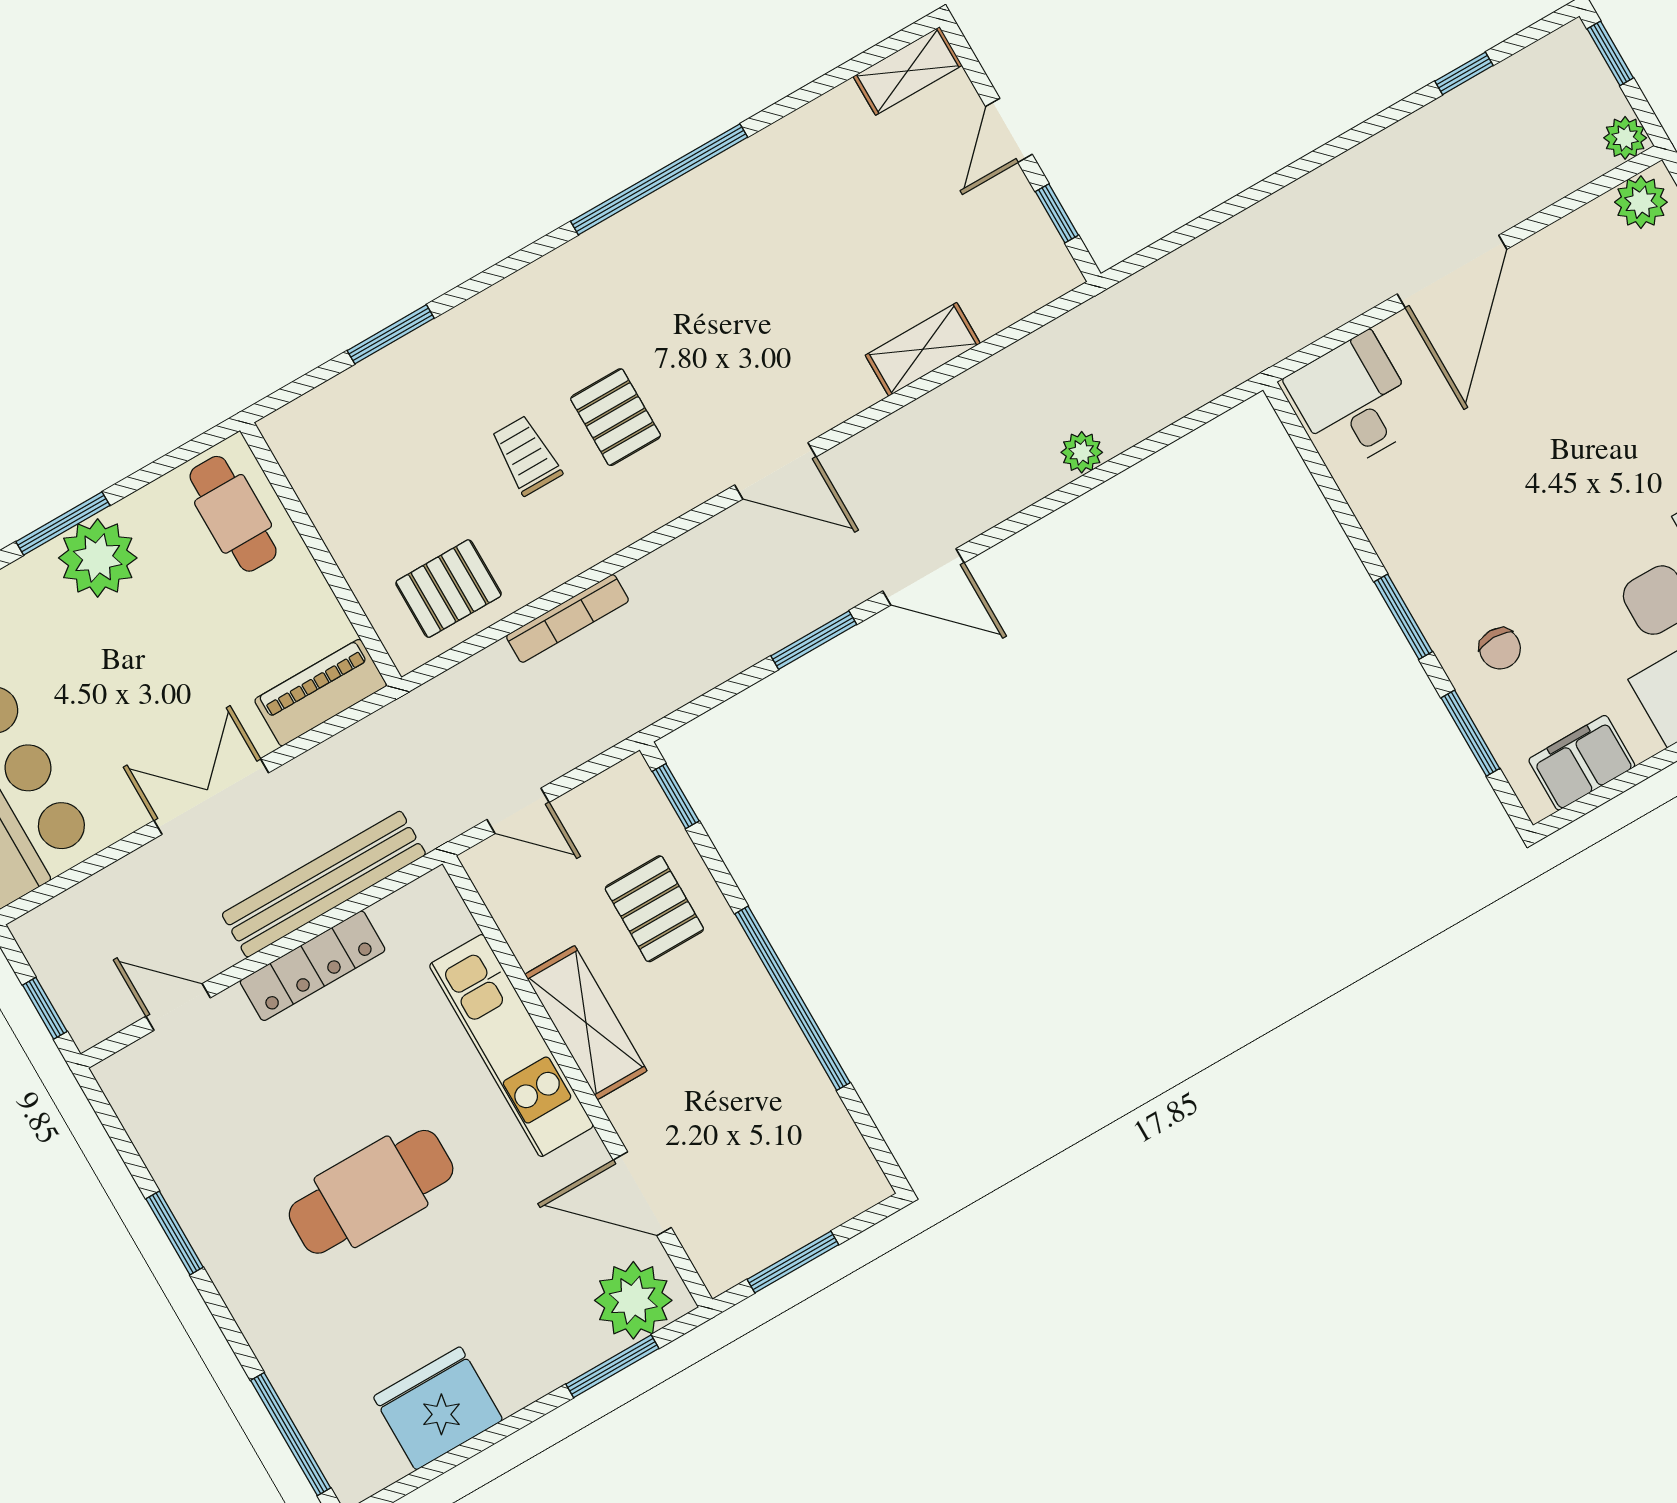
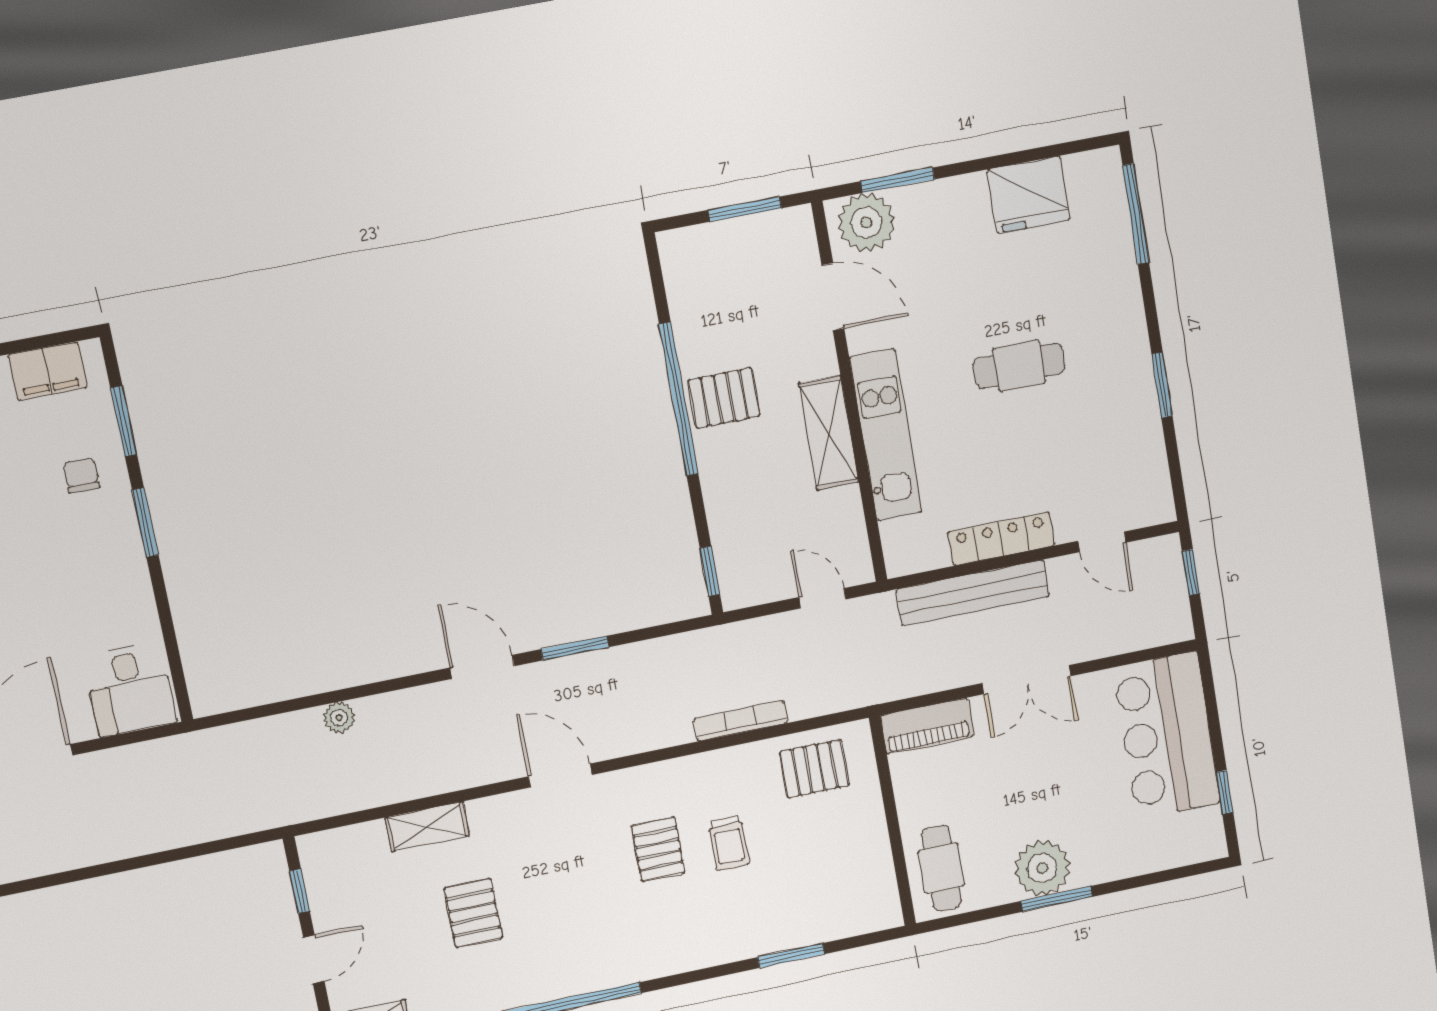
pallet: (826, 257) -> (473, 913), added
pallet: (654, 909) -> (724, 398), moved, turned 90
cafe table: (371, 1192) -> (1019, 366), width x0.73, depth x0.74

